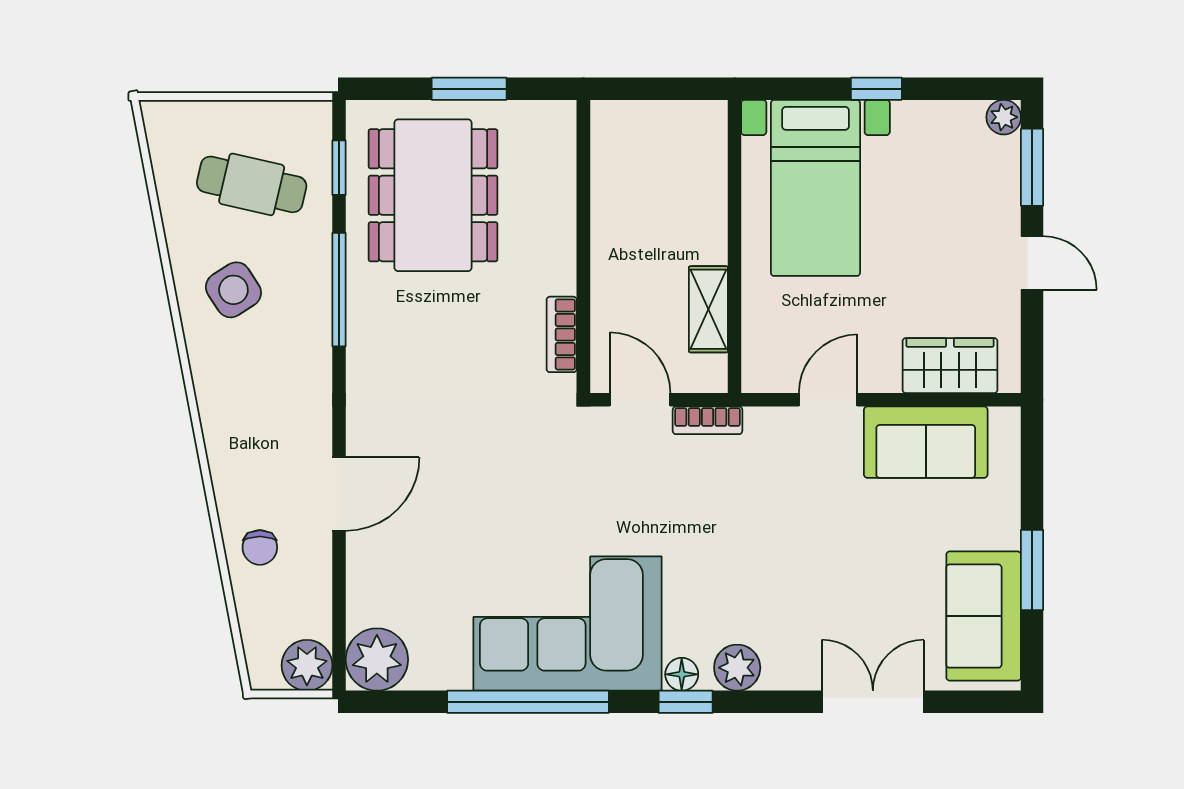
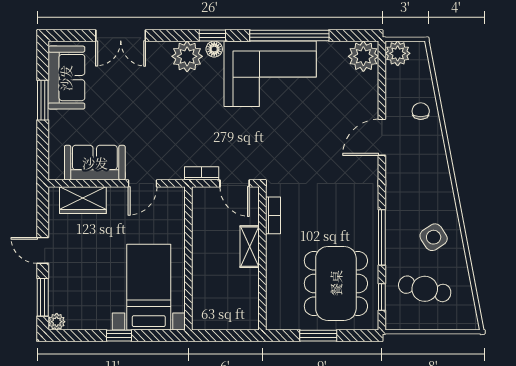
shelving: (708, 309) -> (250, 247), moved
plant: (737, 668) -> (187, 56), width x1.36, depth x1.36

